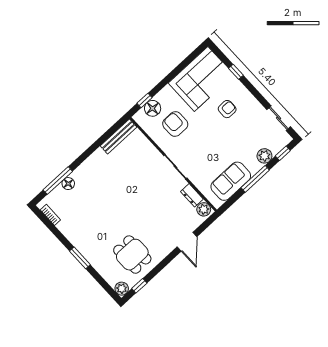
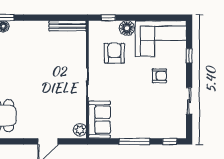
floor lamp: (153, 108) -> (127, 28), moved
sliding door: (279, 118) -> (189, 101), moved
plant: (264, 156) -> (155, 132), removed
sofa: (231, 181) -> (99, 120), moved, turned 90
dresser: (192, 195) -> (81, 113), removed

